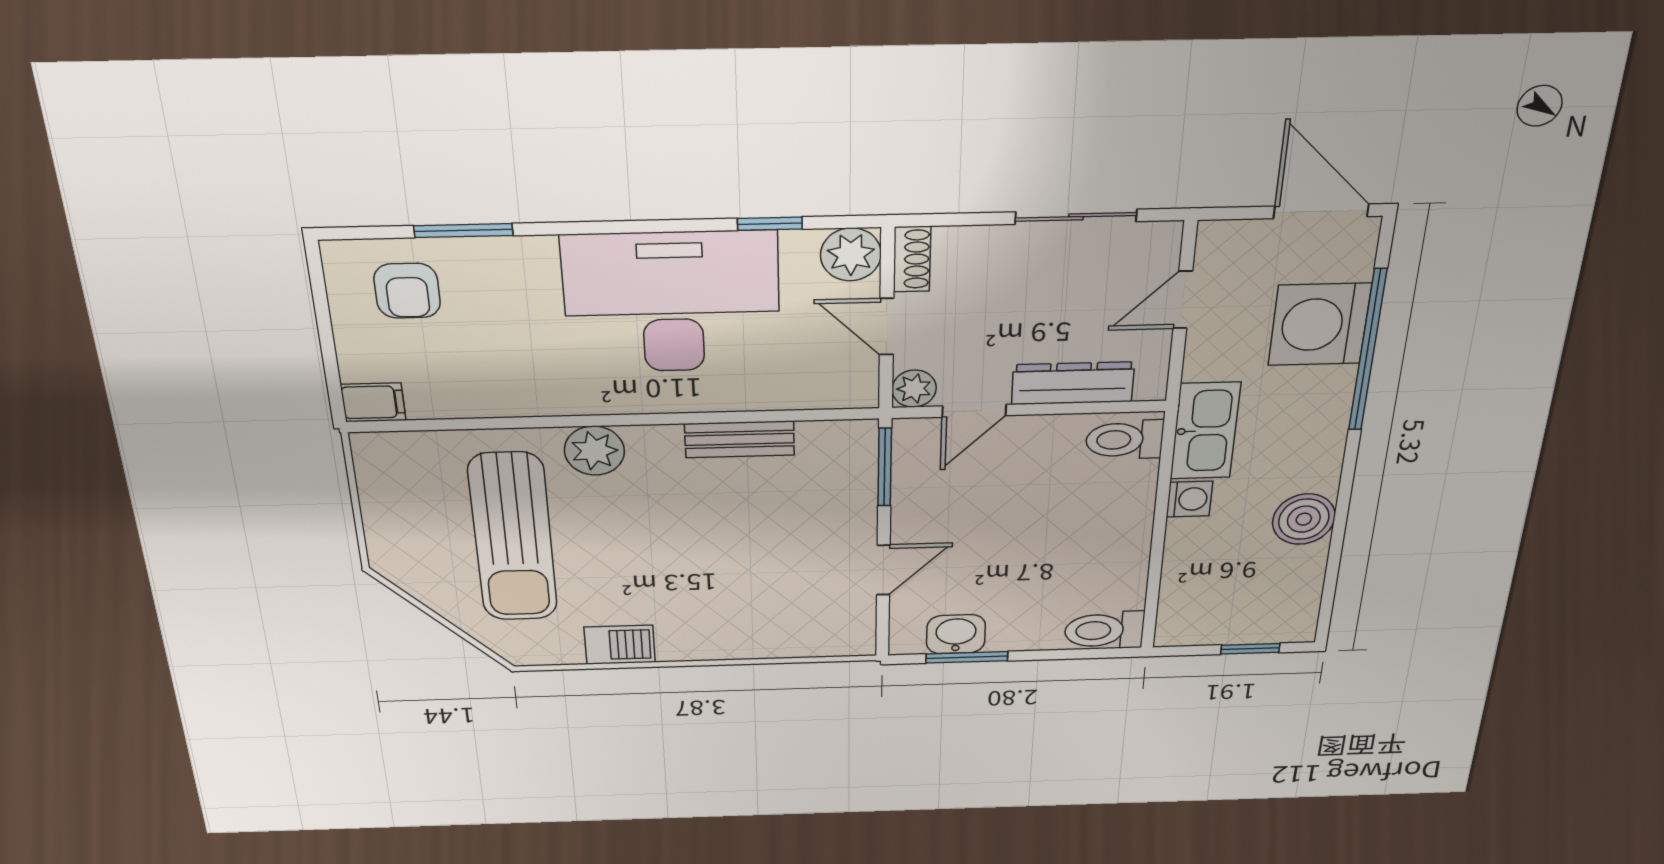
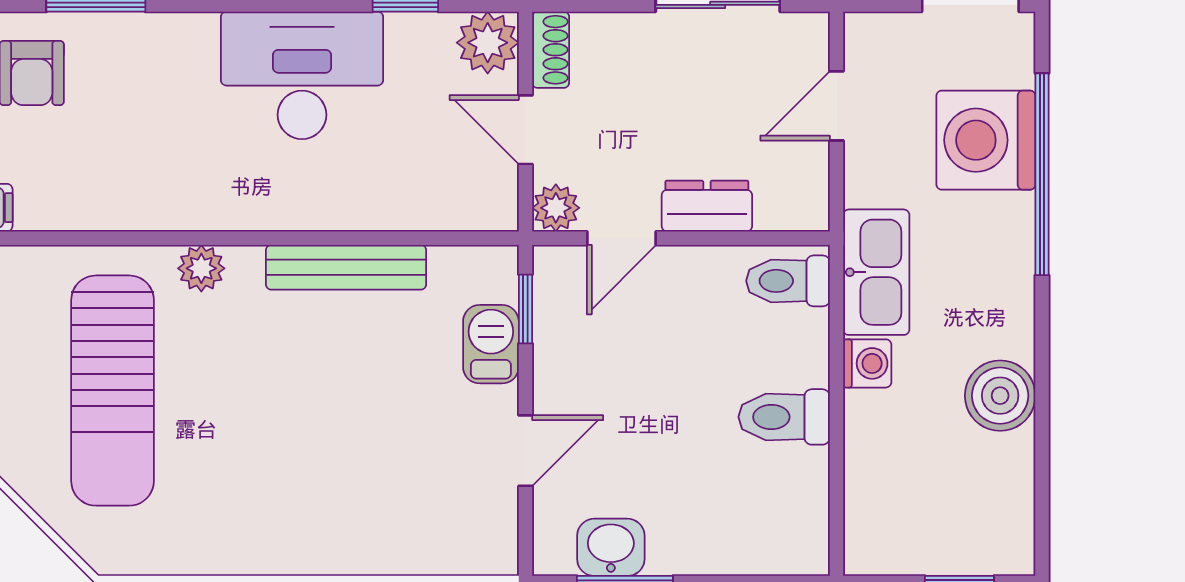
desk: (672, 303) -> (302, 75), width x0.73, depth x0.77
dresser: (1073, 383) -> (707, 206), width x0.70
bench: (740, 439) -> (346, 267), width x1.36
plant: (594, 451) -> (201, 268), width x0.73, depth x0.73
window: (885, 467) -> (525, 309), width x0.67
toilet: (1104, 630) -> (784, 417), moved
barbecue: (620, 645) -> (491, 344), moved, turned -90

